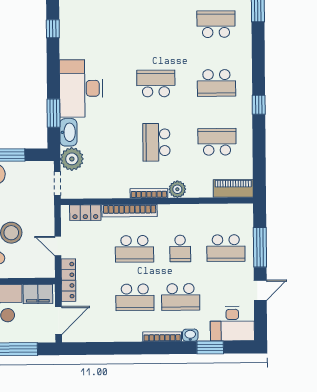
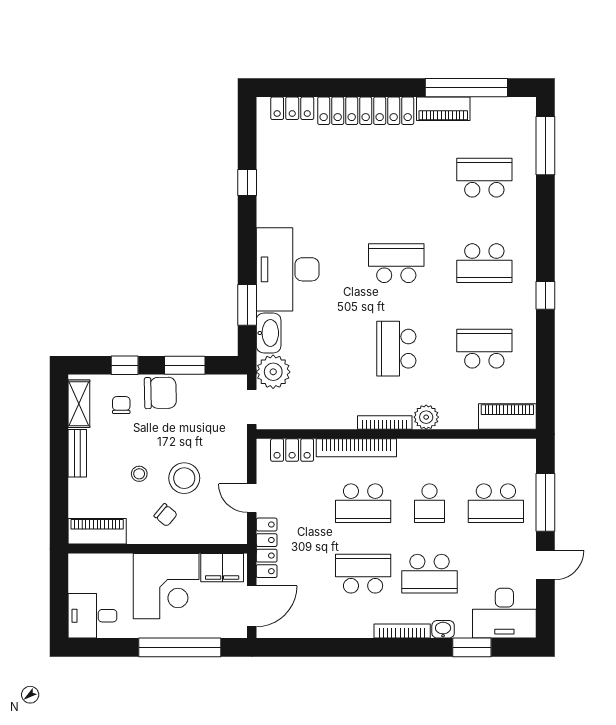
school desk: (135, 297) -> (363, 574), turned 180

